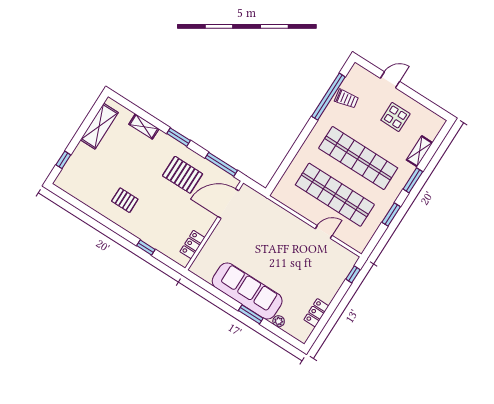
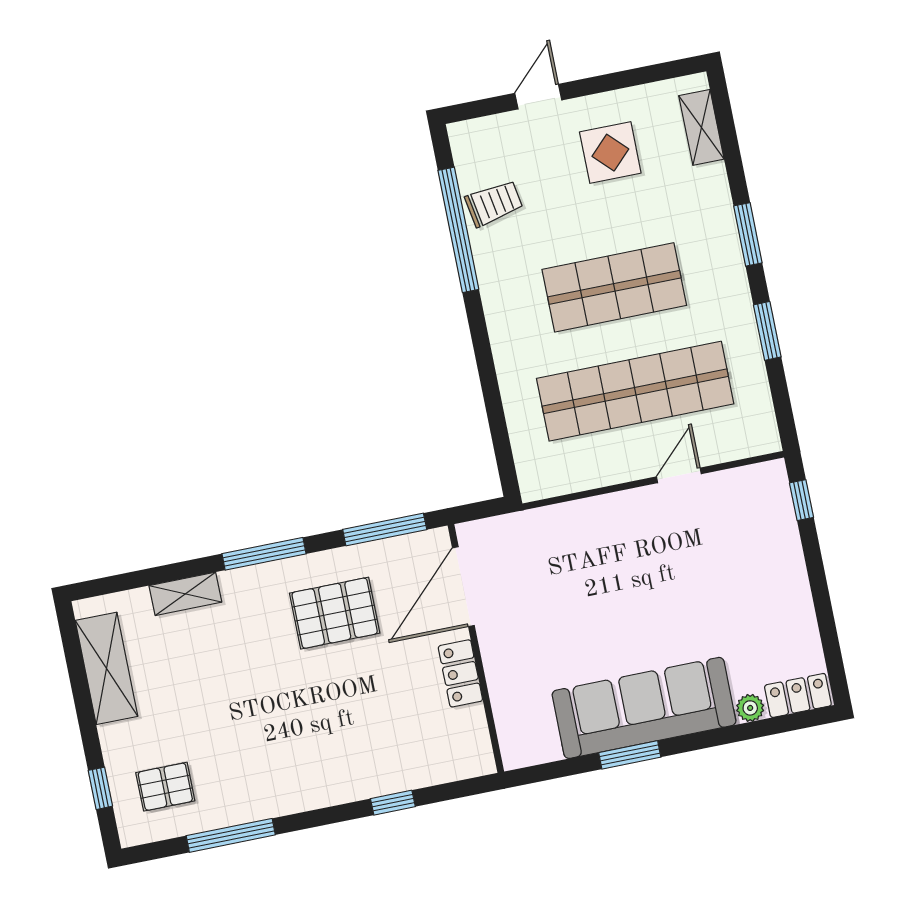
window: (179, 137) -> (264, 554), width x1.44
shelving: (419, 151) -> (701, 127), moved
shop shelf: (358, 158) -> (614, 287), width x0.71
pallet: (125, 200) -> (165, 787), moved
window: (88, 211) -> (231, 835), added
locker: (192, 245) -> (460, 673), moved
locker: (316, 313) -> (798, 695), moved, turned 90
window: (251, 314) -> (630, 755), moved

